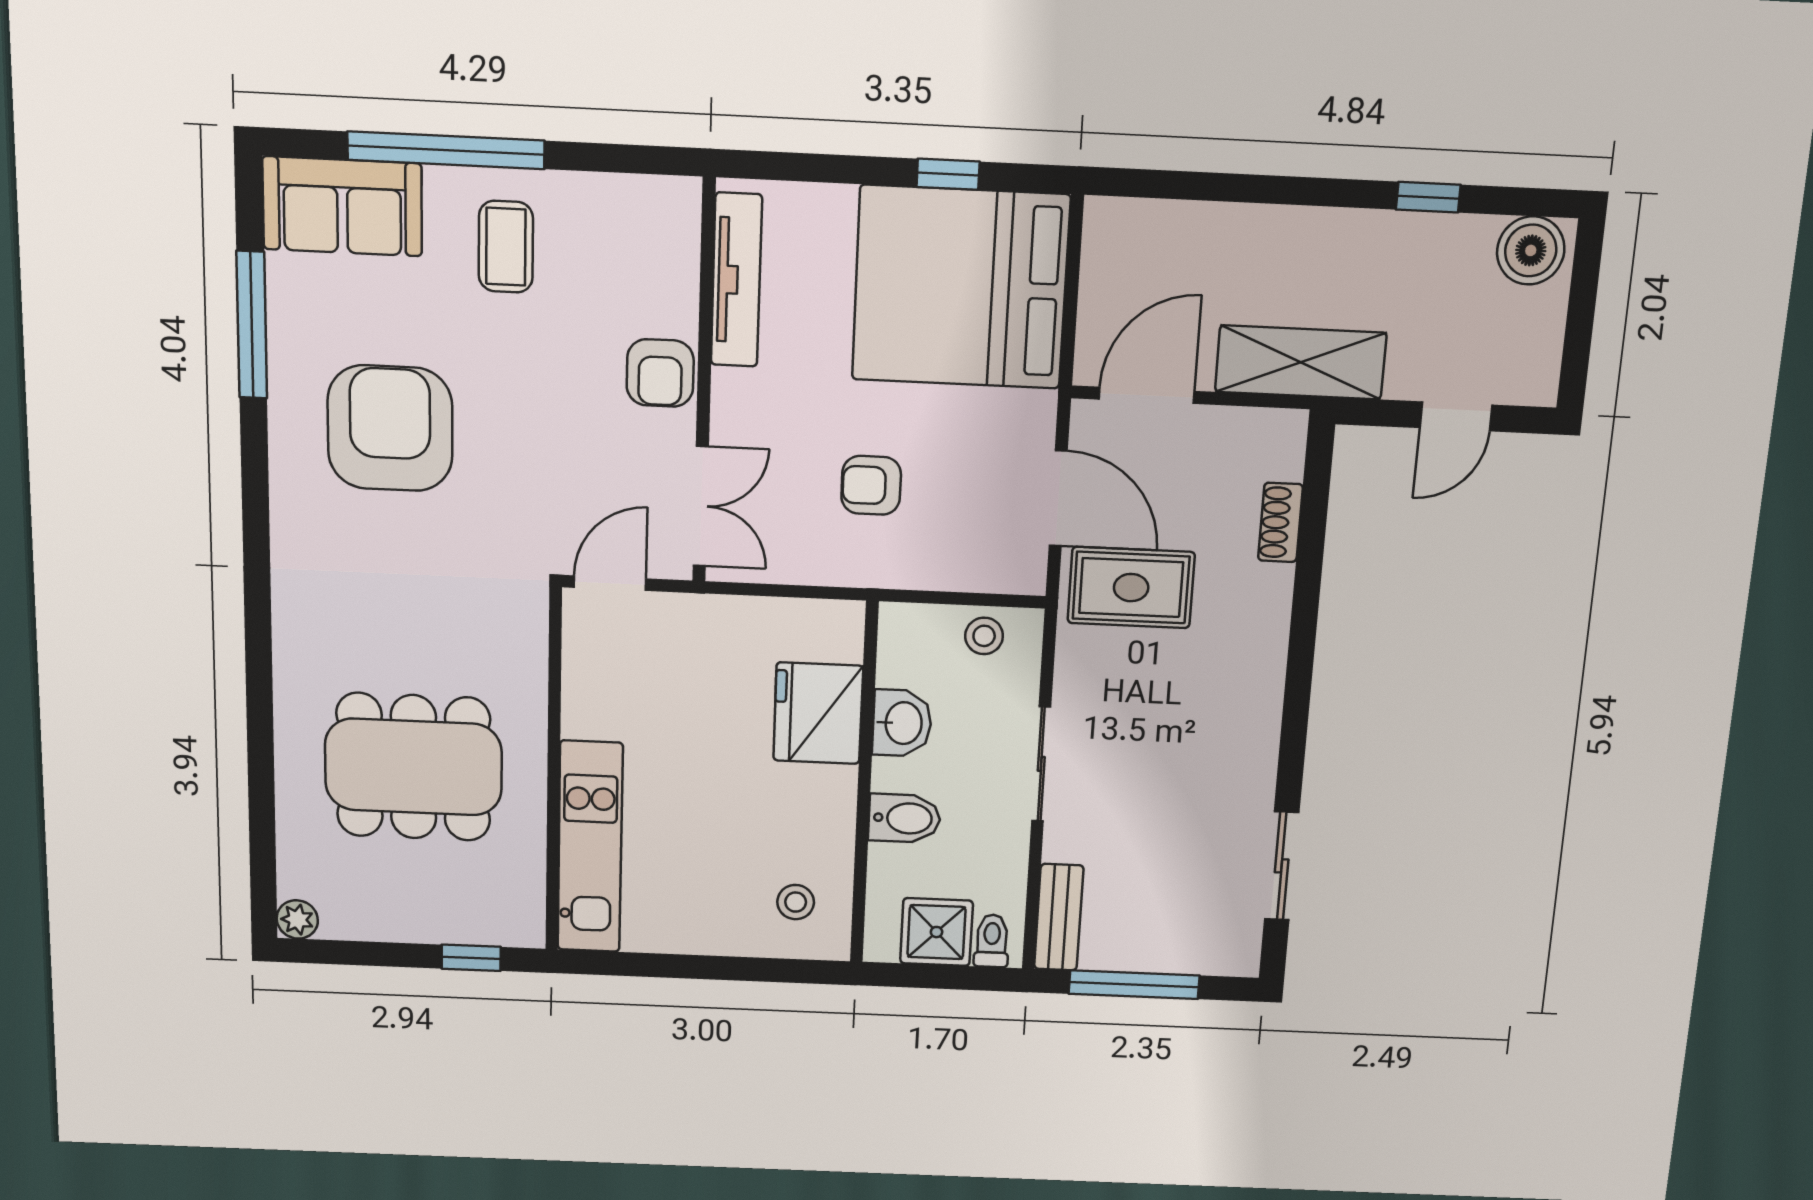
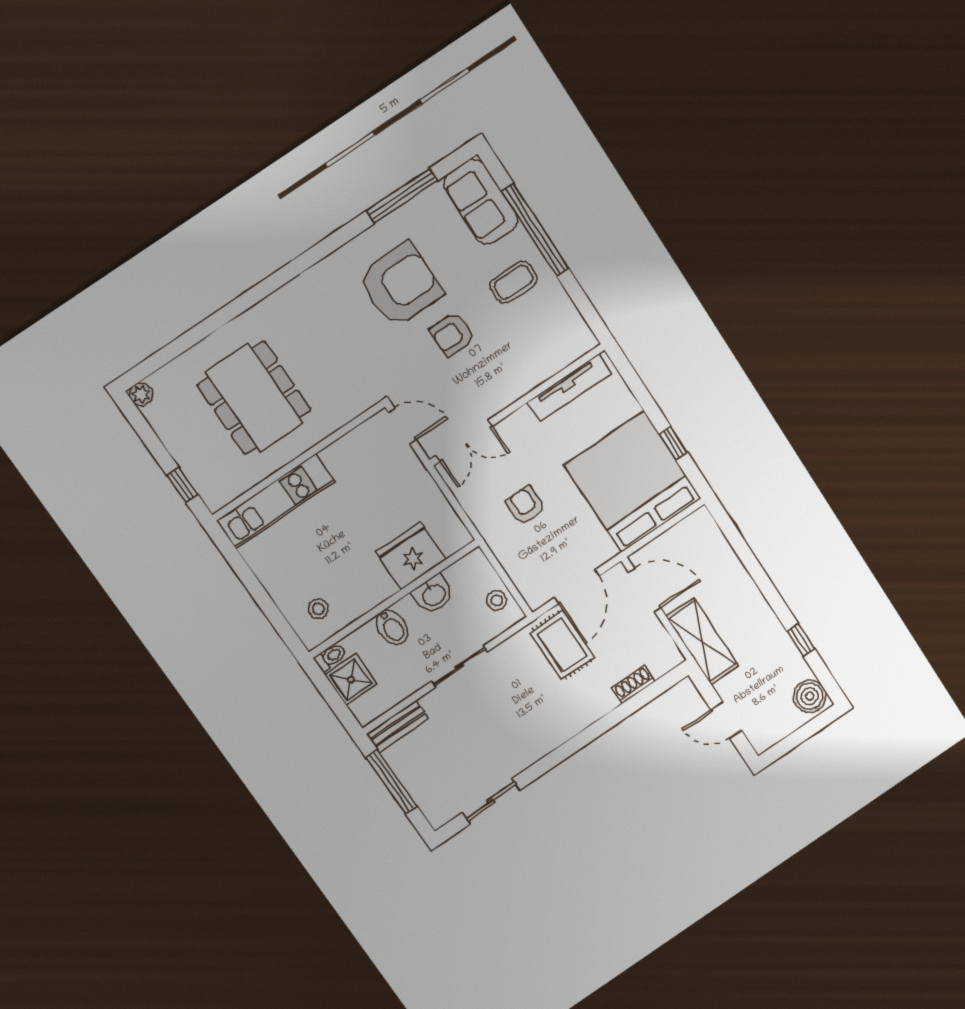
armchair: (660, 373) -> (452, 334), moved
toilet: (992, 941) -> (331, 657), moved

